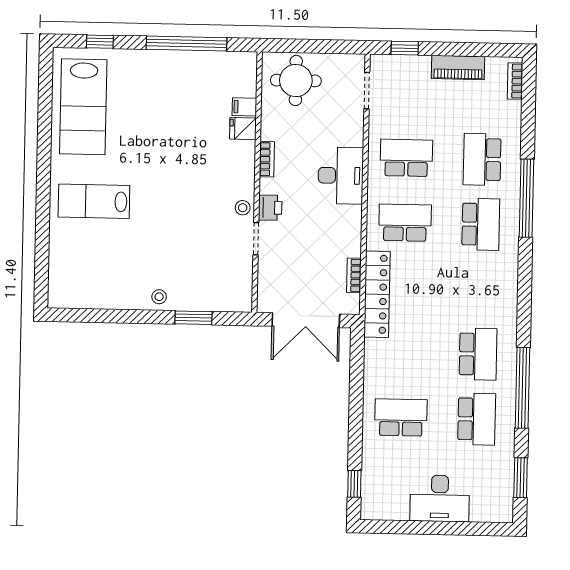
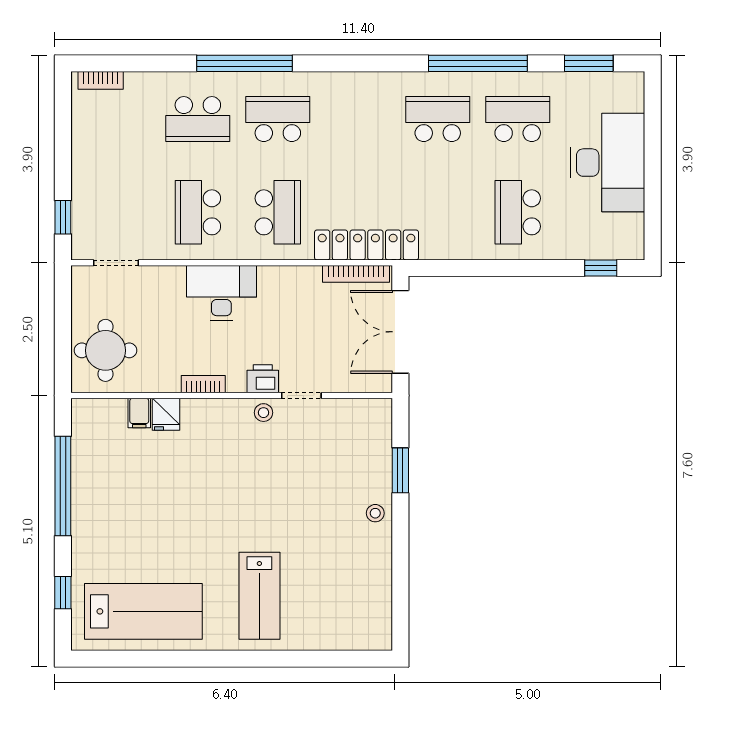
piano: (458, 67) -> (85, 151), removed
school desk: (405, 223) -> (278, 212), turned 180
bookcase: (354, 275) -> (356, 274), width x1.56
double door: (306, 320) -> (400, 332), swing flipped
desk: (440, 498) -> (608, 163), width x1.36, depth x1.30

